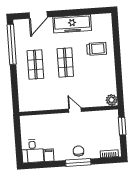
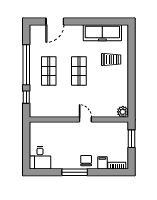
freezer: (72, 24) -> (102, 33), moved
window: (12, 44) -> (26, 65), moved
window: (15, 92) -> (26, 97), added
filing cabinet: (49, 155) -> (102, 163), moved
window: (78, 162) -> (75, 172), moved

